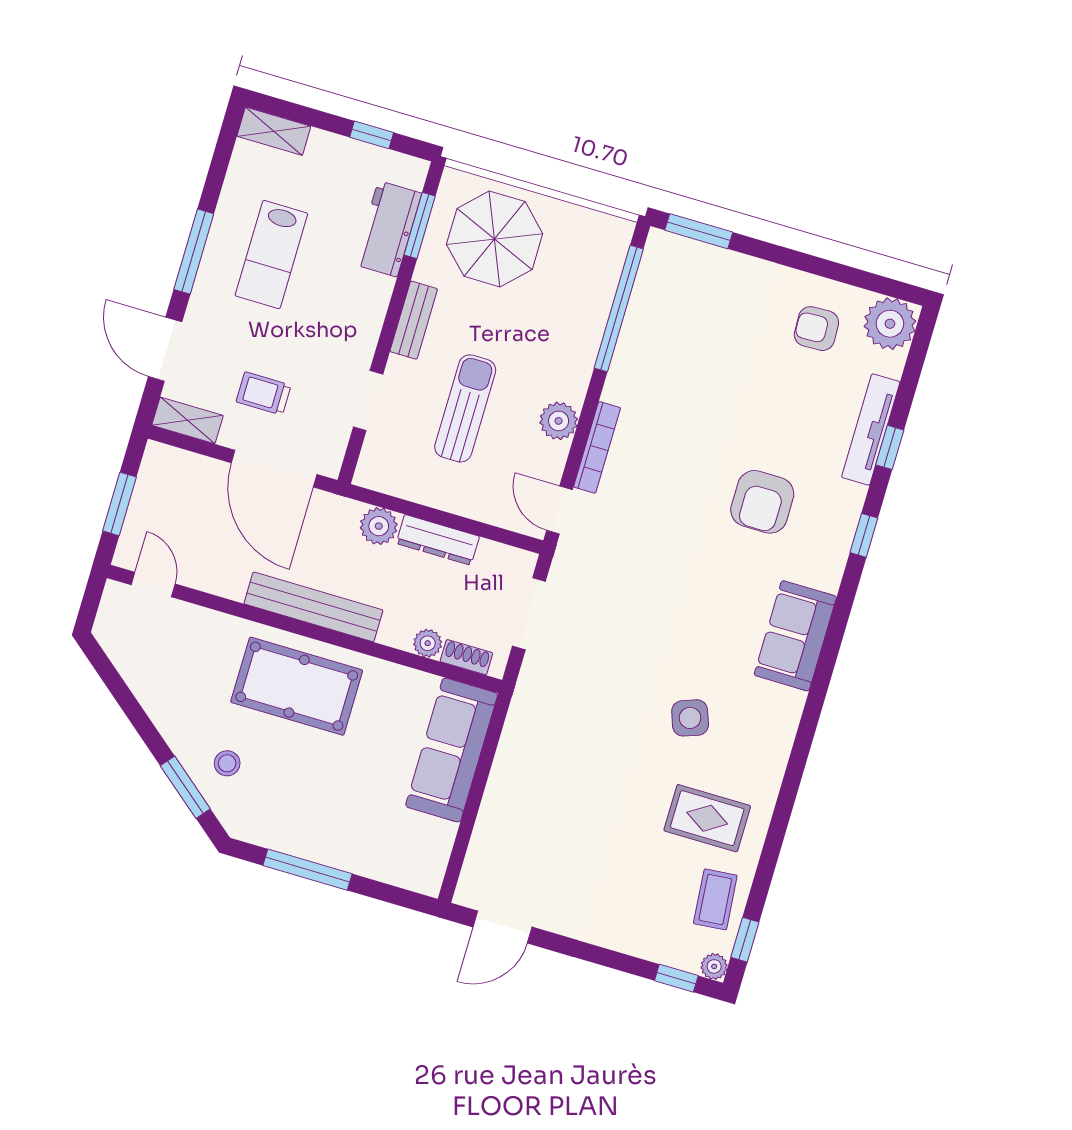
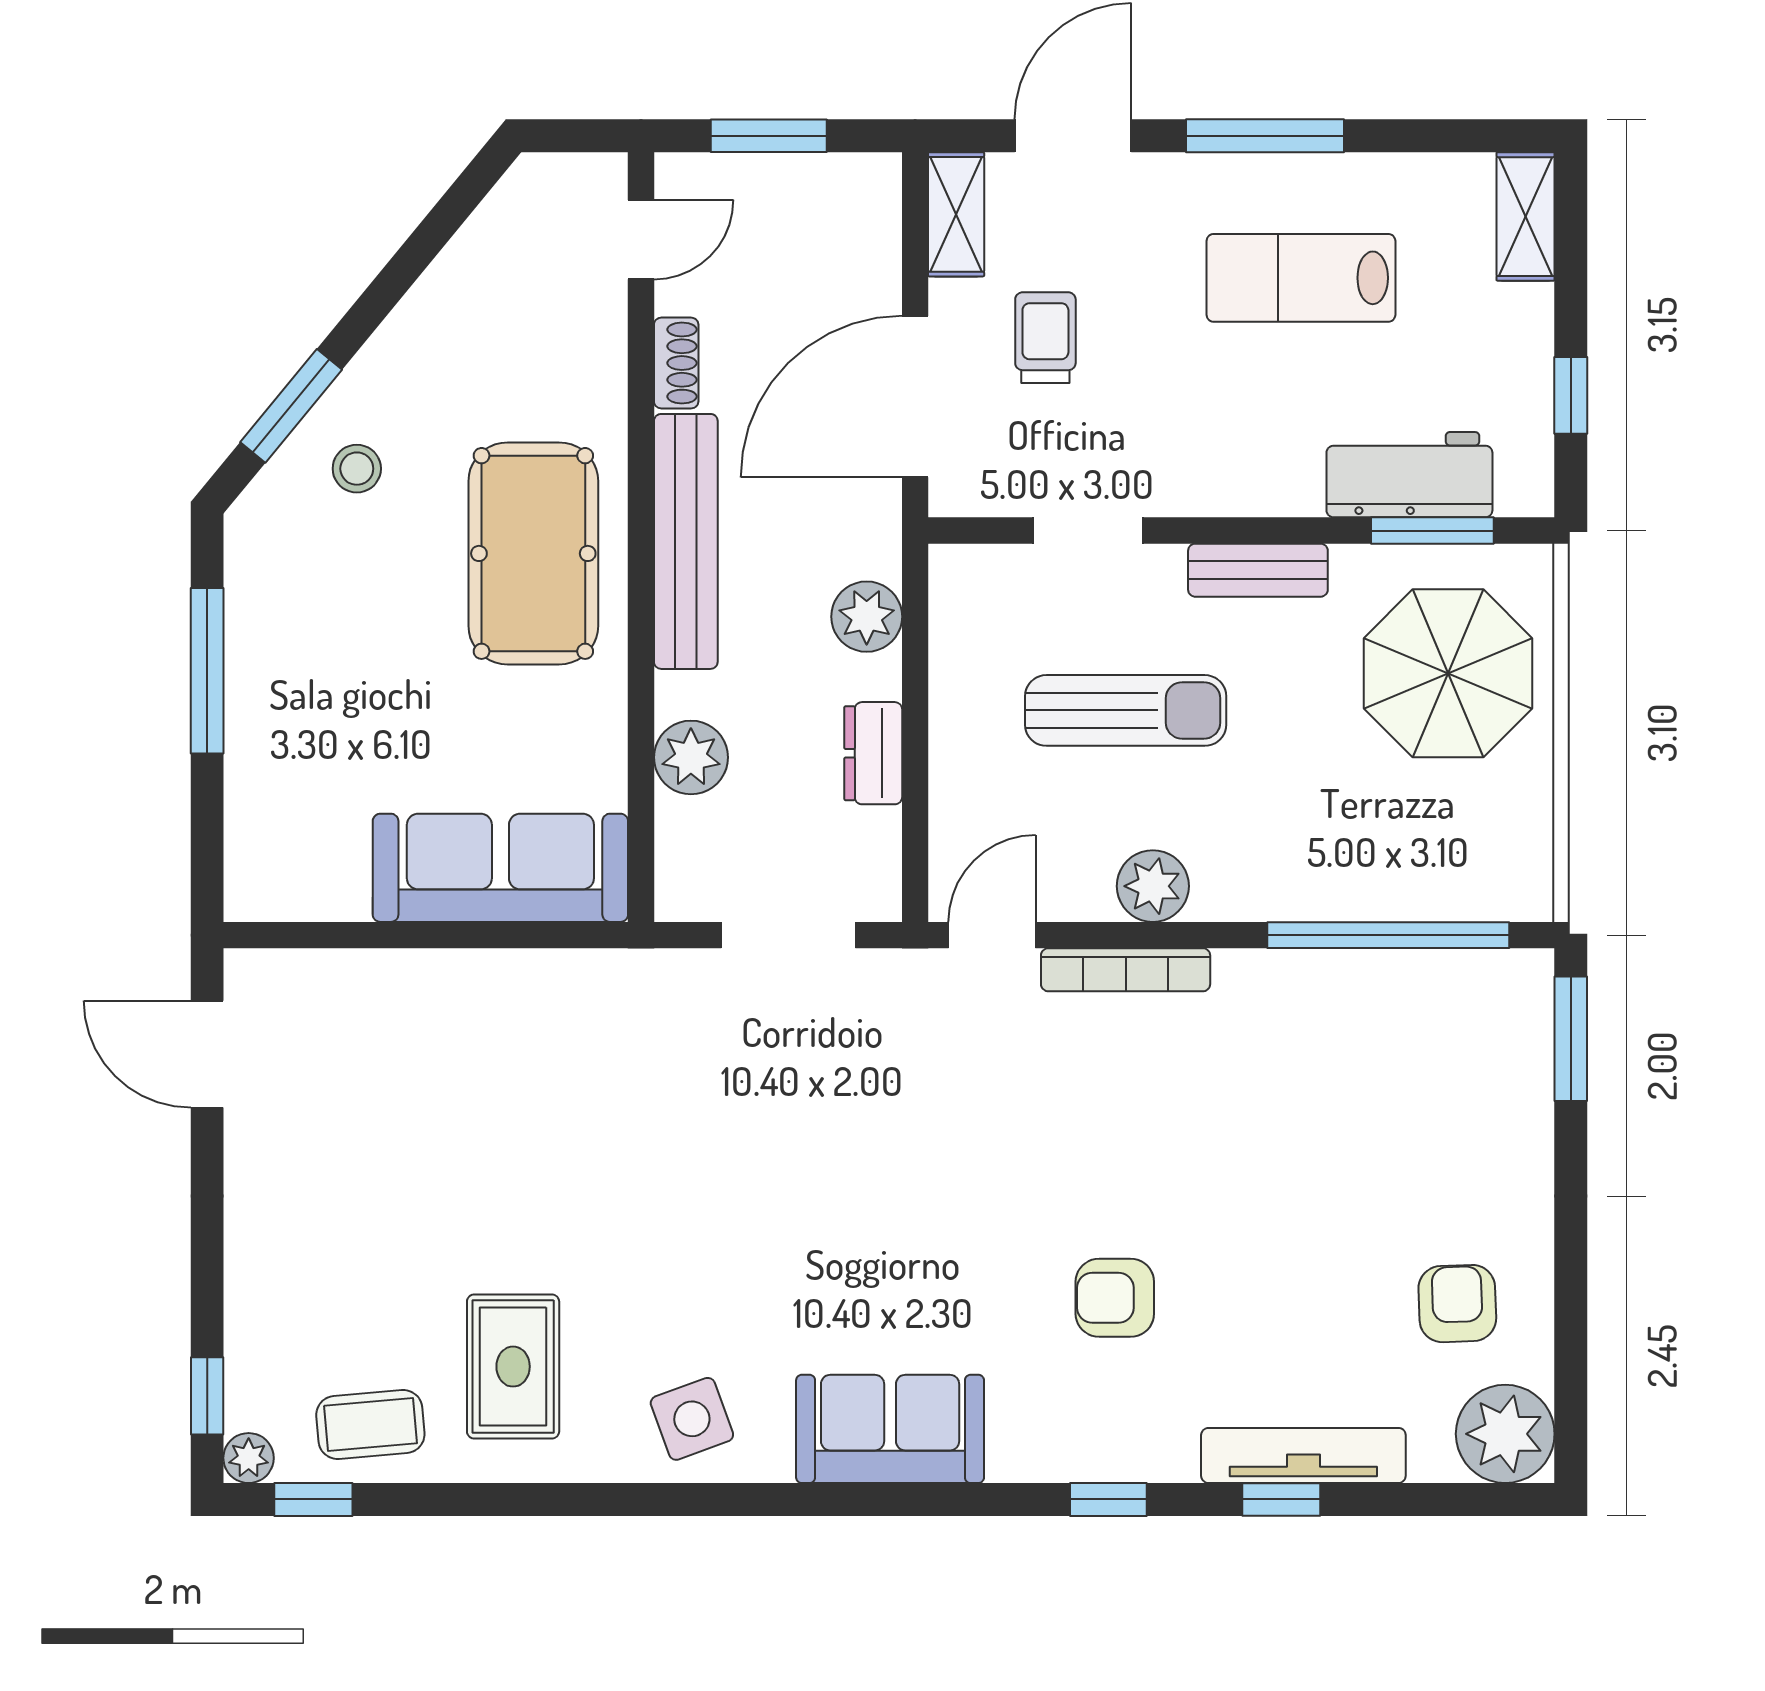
armchair: (762, 502) -> (1115, 1298), width x0.72, depth x0.72
dresser: (438, 540) -> (873, 753), width x0.70
plant: (428, 643) -> (691, 757), width x1.38, depth x1.38
shoe rack: (466, 657) -> (676, 363), moved
side table: (690, 718) -> (692, 1419), moved

